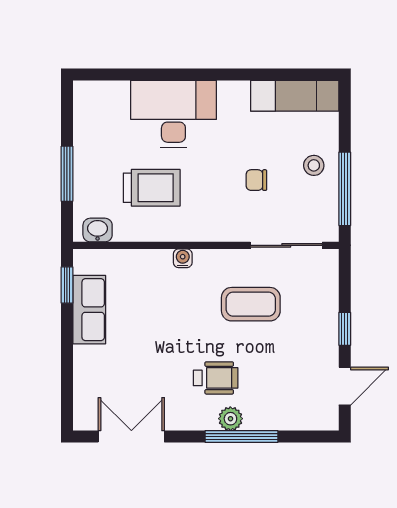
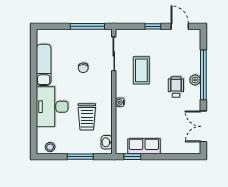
exam couch: (295, 96) -> (44, 65), moved
stool: (314, 165) -> (50, 147), moved
trolley: (152, 188) -> (87, 117), turned 180
window: (241, 437) -> (203, 75), width x1.46

